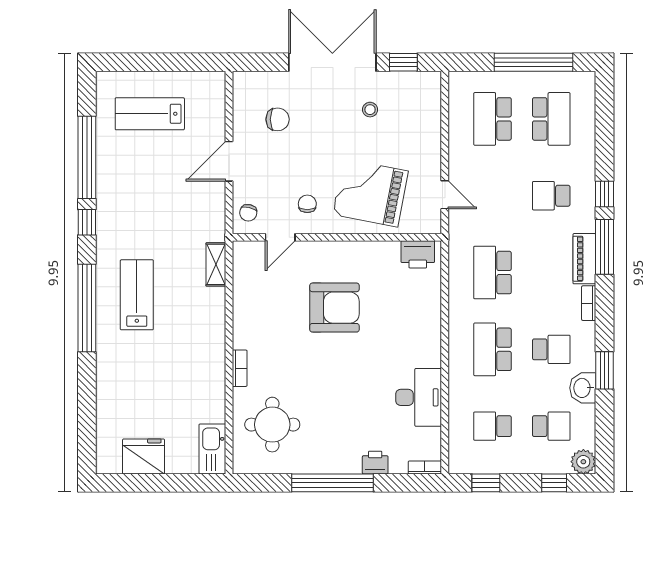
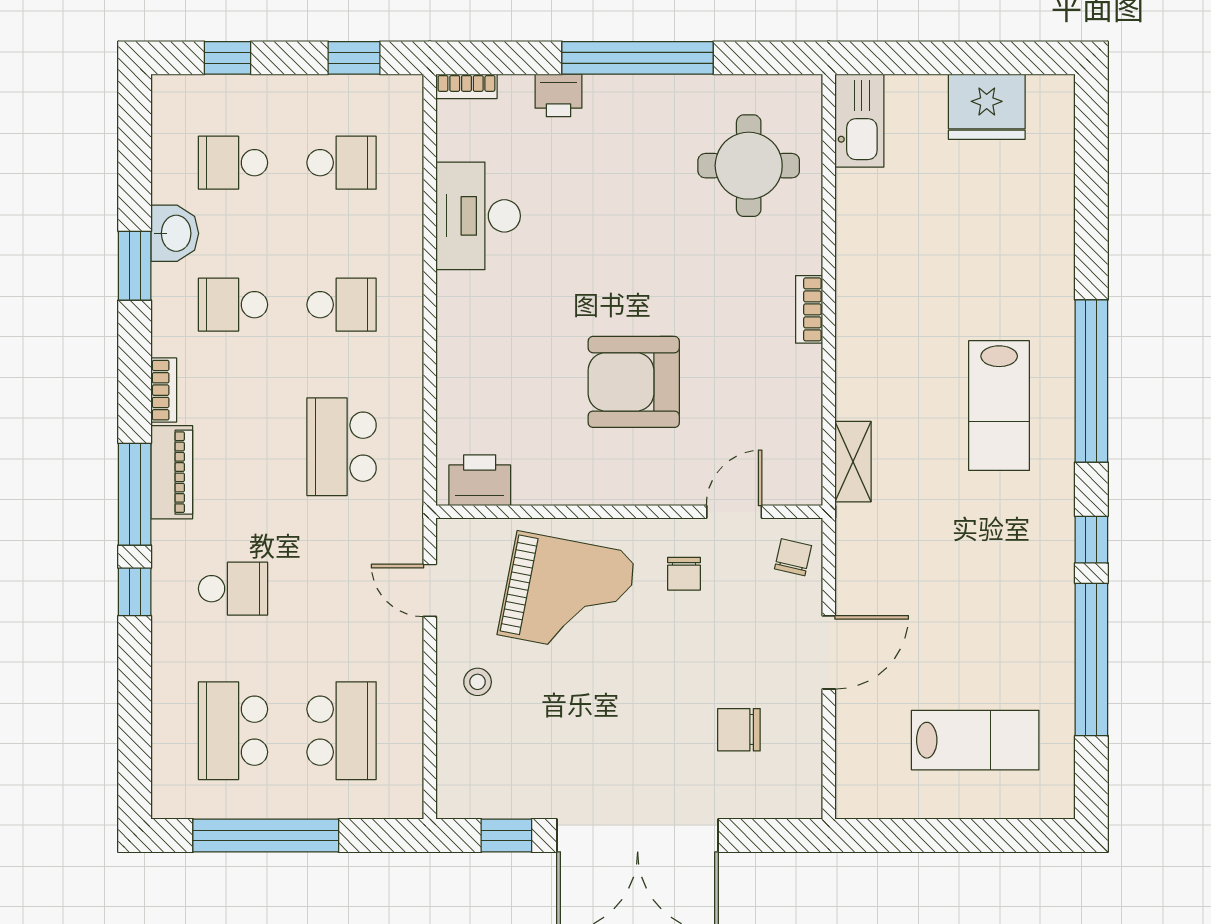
stool: (370, 110) -> (478, 682), moved
school desk: (493, 273) -> (342, 447), turned 180
school desk: (493, 349) -> (342, 305), width x0.54
bookcase: (240, 368) -> (809, 309), moved
plant: (583, 462) -> (174, 97), removed

